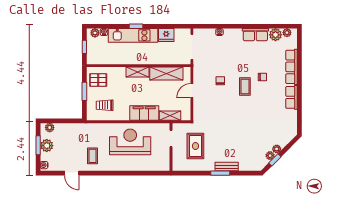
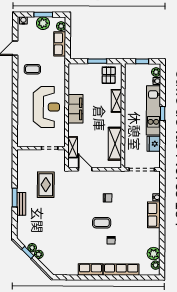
row of seats: (255, 35) -> (154, 215), moved
shelving: (138, 72) -> (117, 101), moved
door: (192, 91) -> (85, 169), moved
trolley: (105, 105) -> (83, 82), removed
filing cabinet: (144, 113) -> (75, 109), moved
row of seats: (67, 129) -> (60, 44), added
rug: (195, 146) -> (46, 185), moved, turned 90

